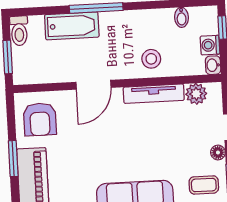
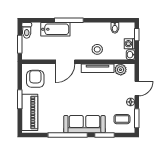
armchair: (40, 119) -> (35, 79), turned 180

